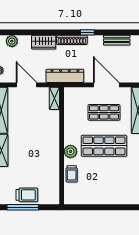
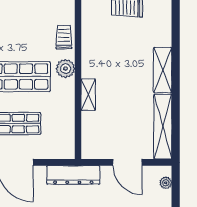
shelving: (54, 98) -> (88, 95), moved

